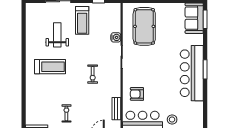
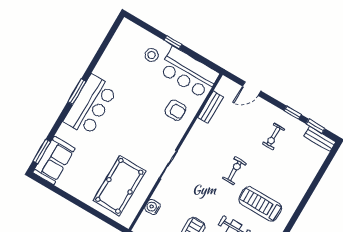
water cooler: (116, 37) -> (153, 207), moved
bar counter: (192, 73) -> (90, 105), width x0.73
exercise bike: (93, 74) -> (234, 171), moved

